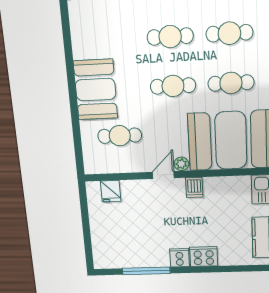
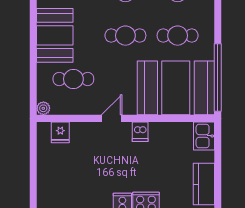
plant: (181, 164) -> (43, 108), moved

